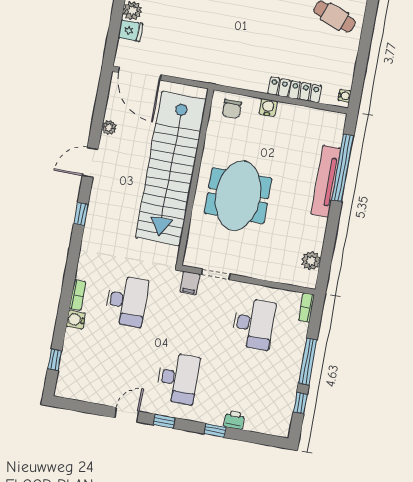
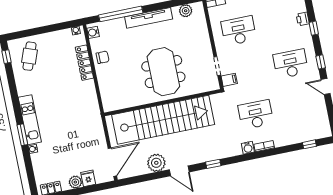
water cooler: (268, 107) -> (93, 32), moved
chair: (232, 109) -> (103, 57), moved
plant: (109, 127) -> (156, 163), width x1.88, depth x1.88
tv unit: (326, 181) -> (149, 18), moved
meeting table: (238, 196) -> (163, 72), turned 90
water cooler: (76, 320) -> (248, 148), moved

